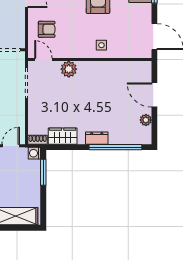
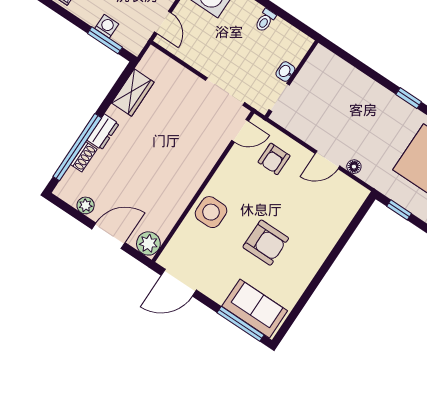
side table: (101, 45) -> (211, 212), width x1.87, depth x1.87
plant: (69, 69) -> (148, 243), moved
shoe rack: (38, 140) -> (84, 157), moved
washing machine: (34, 153) -> (107, 26), moved

